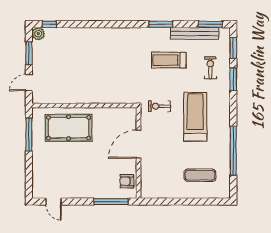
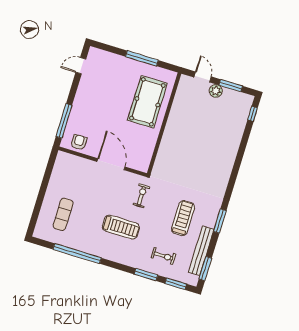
plant: (38, 34) -> (216, 91), moved
treadmill: (195, 117) -> (121, 227), width x0.73, depth x0.73
window: (29, 135) -> (142, 58), moved

